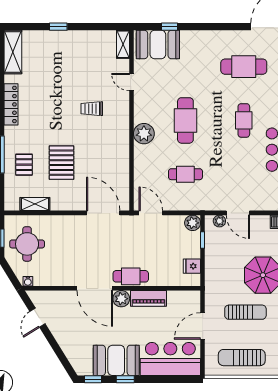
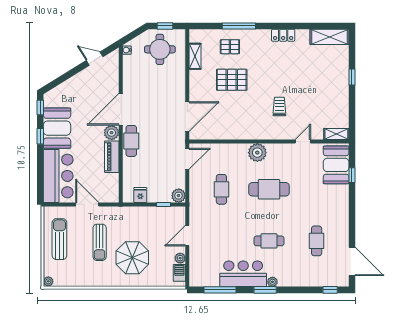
cafe table: (244, 67) -> (317, 241), width x0.73, depth x0.74
locker: (11, 104) -> (283, 35), width x0.66
plant: (219, 221) -> (180, 258), moved

